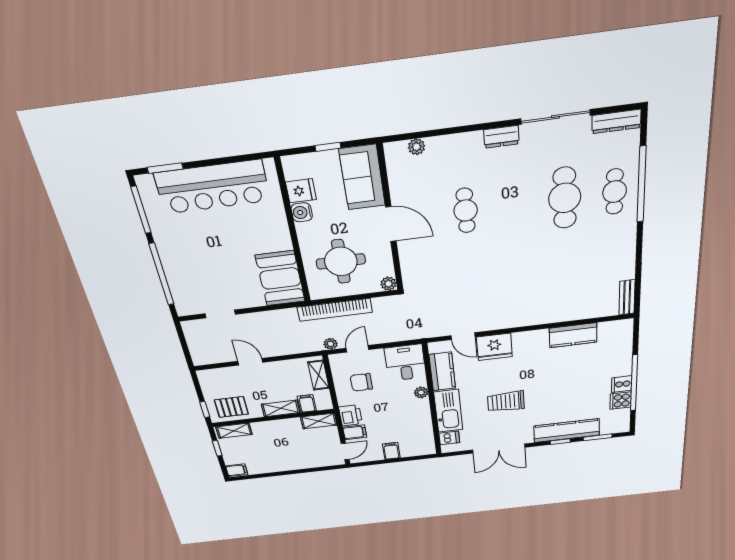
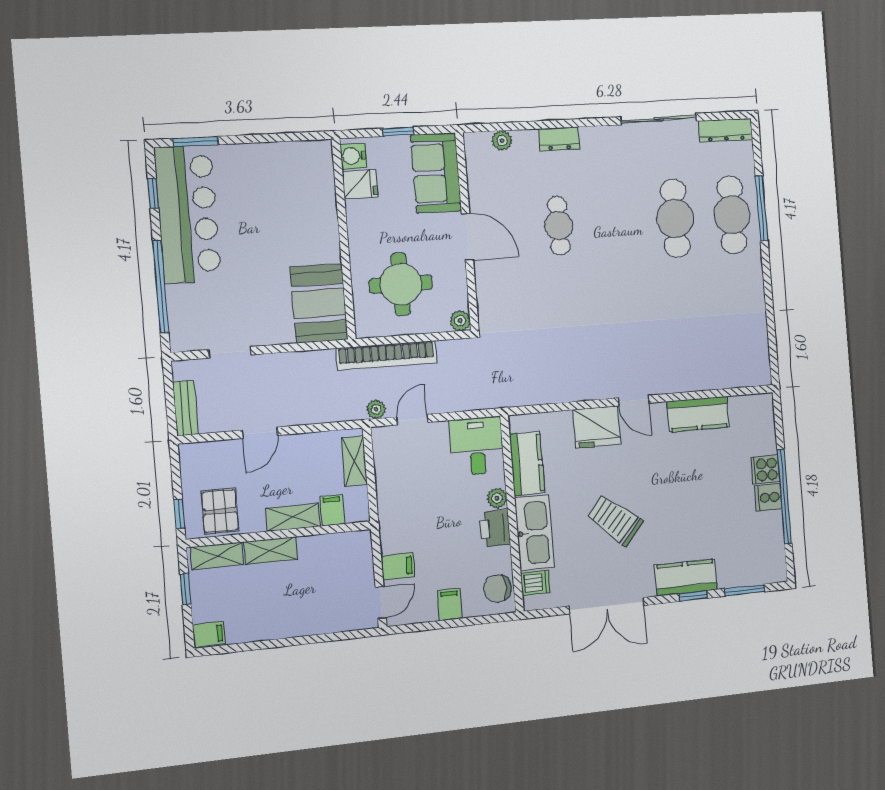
dresser: (501, 137) -> (559, 139), moved
window: (641, 185) -> (762, 208), width x0.68
bar counter: (213, 187) -> (188, 214), moved, turned -90
cafe table: (615, 192) -> (732, 215), width x1.37, depth x1.35
window: (141, 210) -> (153, 193), width x0.46
water cooler: (302, 212) -> (353, 156), moved
bench: (627, 297) -> (185, 408), moved
door: (463, 336) -> (634, 401), moved
door: (250, 362) -> (260, 433), swing flipped
chair: (361, 382) -> (497, 588), moved
cooker: (621, 401) -> (765, 469), moved
trolley: (506, 402) -> (615, 520), turned 40
pallet: (231, 407) -> (220, 511), turned 90
printer: (350, 415) -> (495, 528), moved, turned 180
shelving: (319, 421) -> (271, 551), moved
kitchen counter: (567, 431) -> (686, 577), width x0.67

